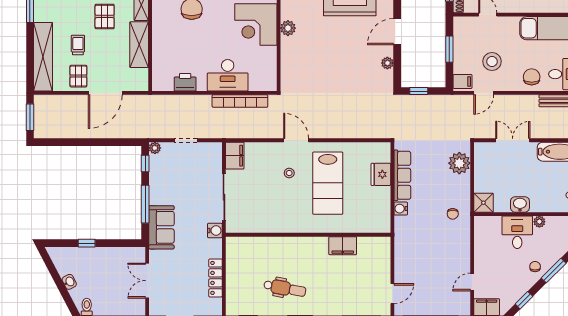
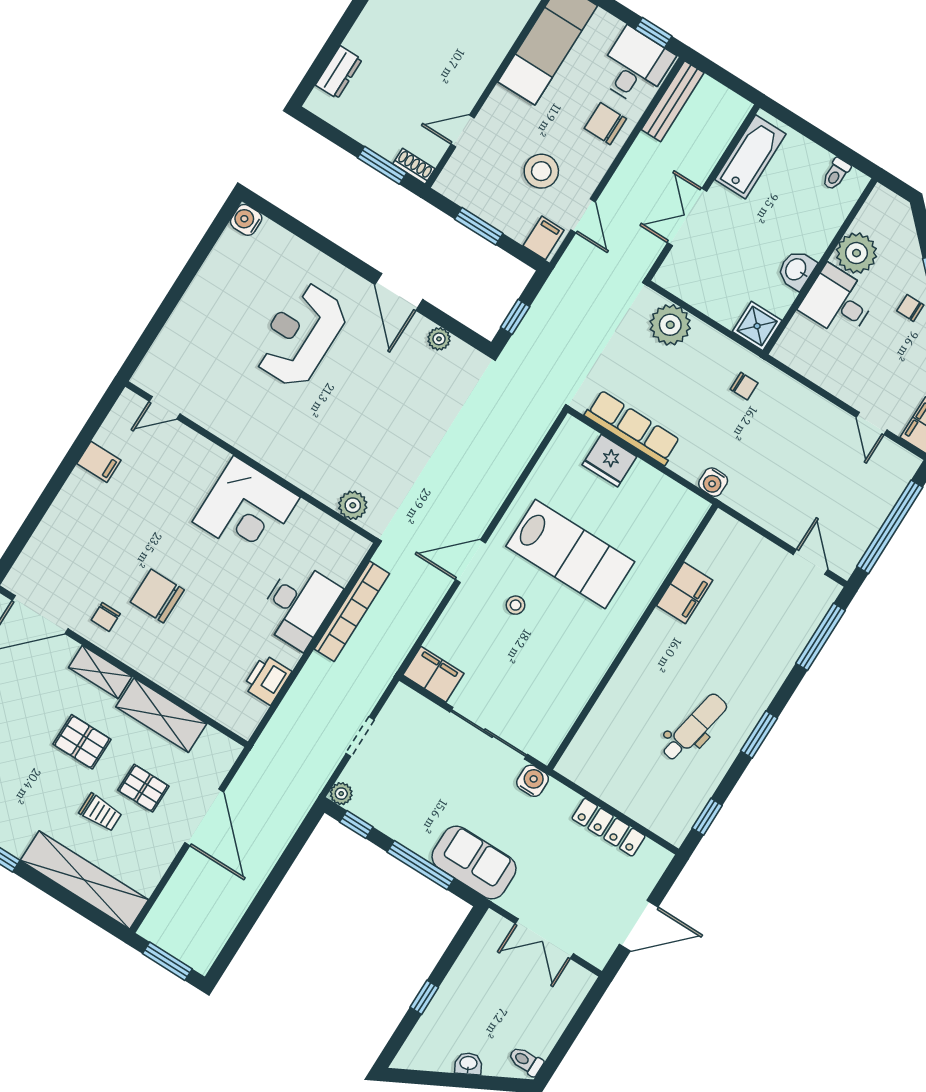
plant: (288, 28) -> (353, 505), moved
trolley: (78, 45) -> (101, 813), turned 180
pallet: (78, 76) -> (143, 788), moved
water cooler: (401, 209) -> (713, 482), moved
plant: (539, 222) -> (856, 253), width x1.88, depth x1.88

